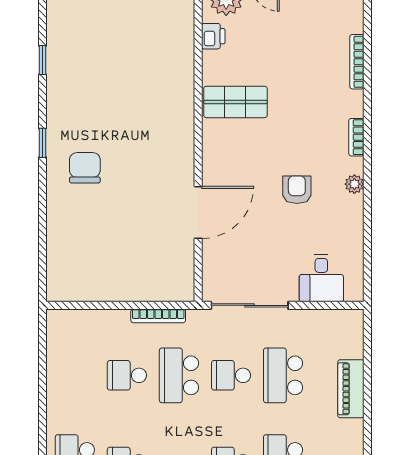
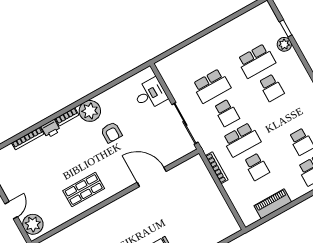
printer: (213, 36) -> (51, 129), moved, turned 180
shop shelf: (235, 102) -> (84, 190), turned 90
plant: (354, 184) -> (90, 111), width x1.87, depth x1.87
armchair: (297, 190) -> (111, 132), turned -90
piano: (351, 389) -> (273, 204), moved, turned 180

